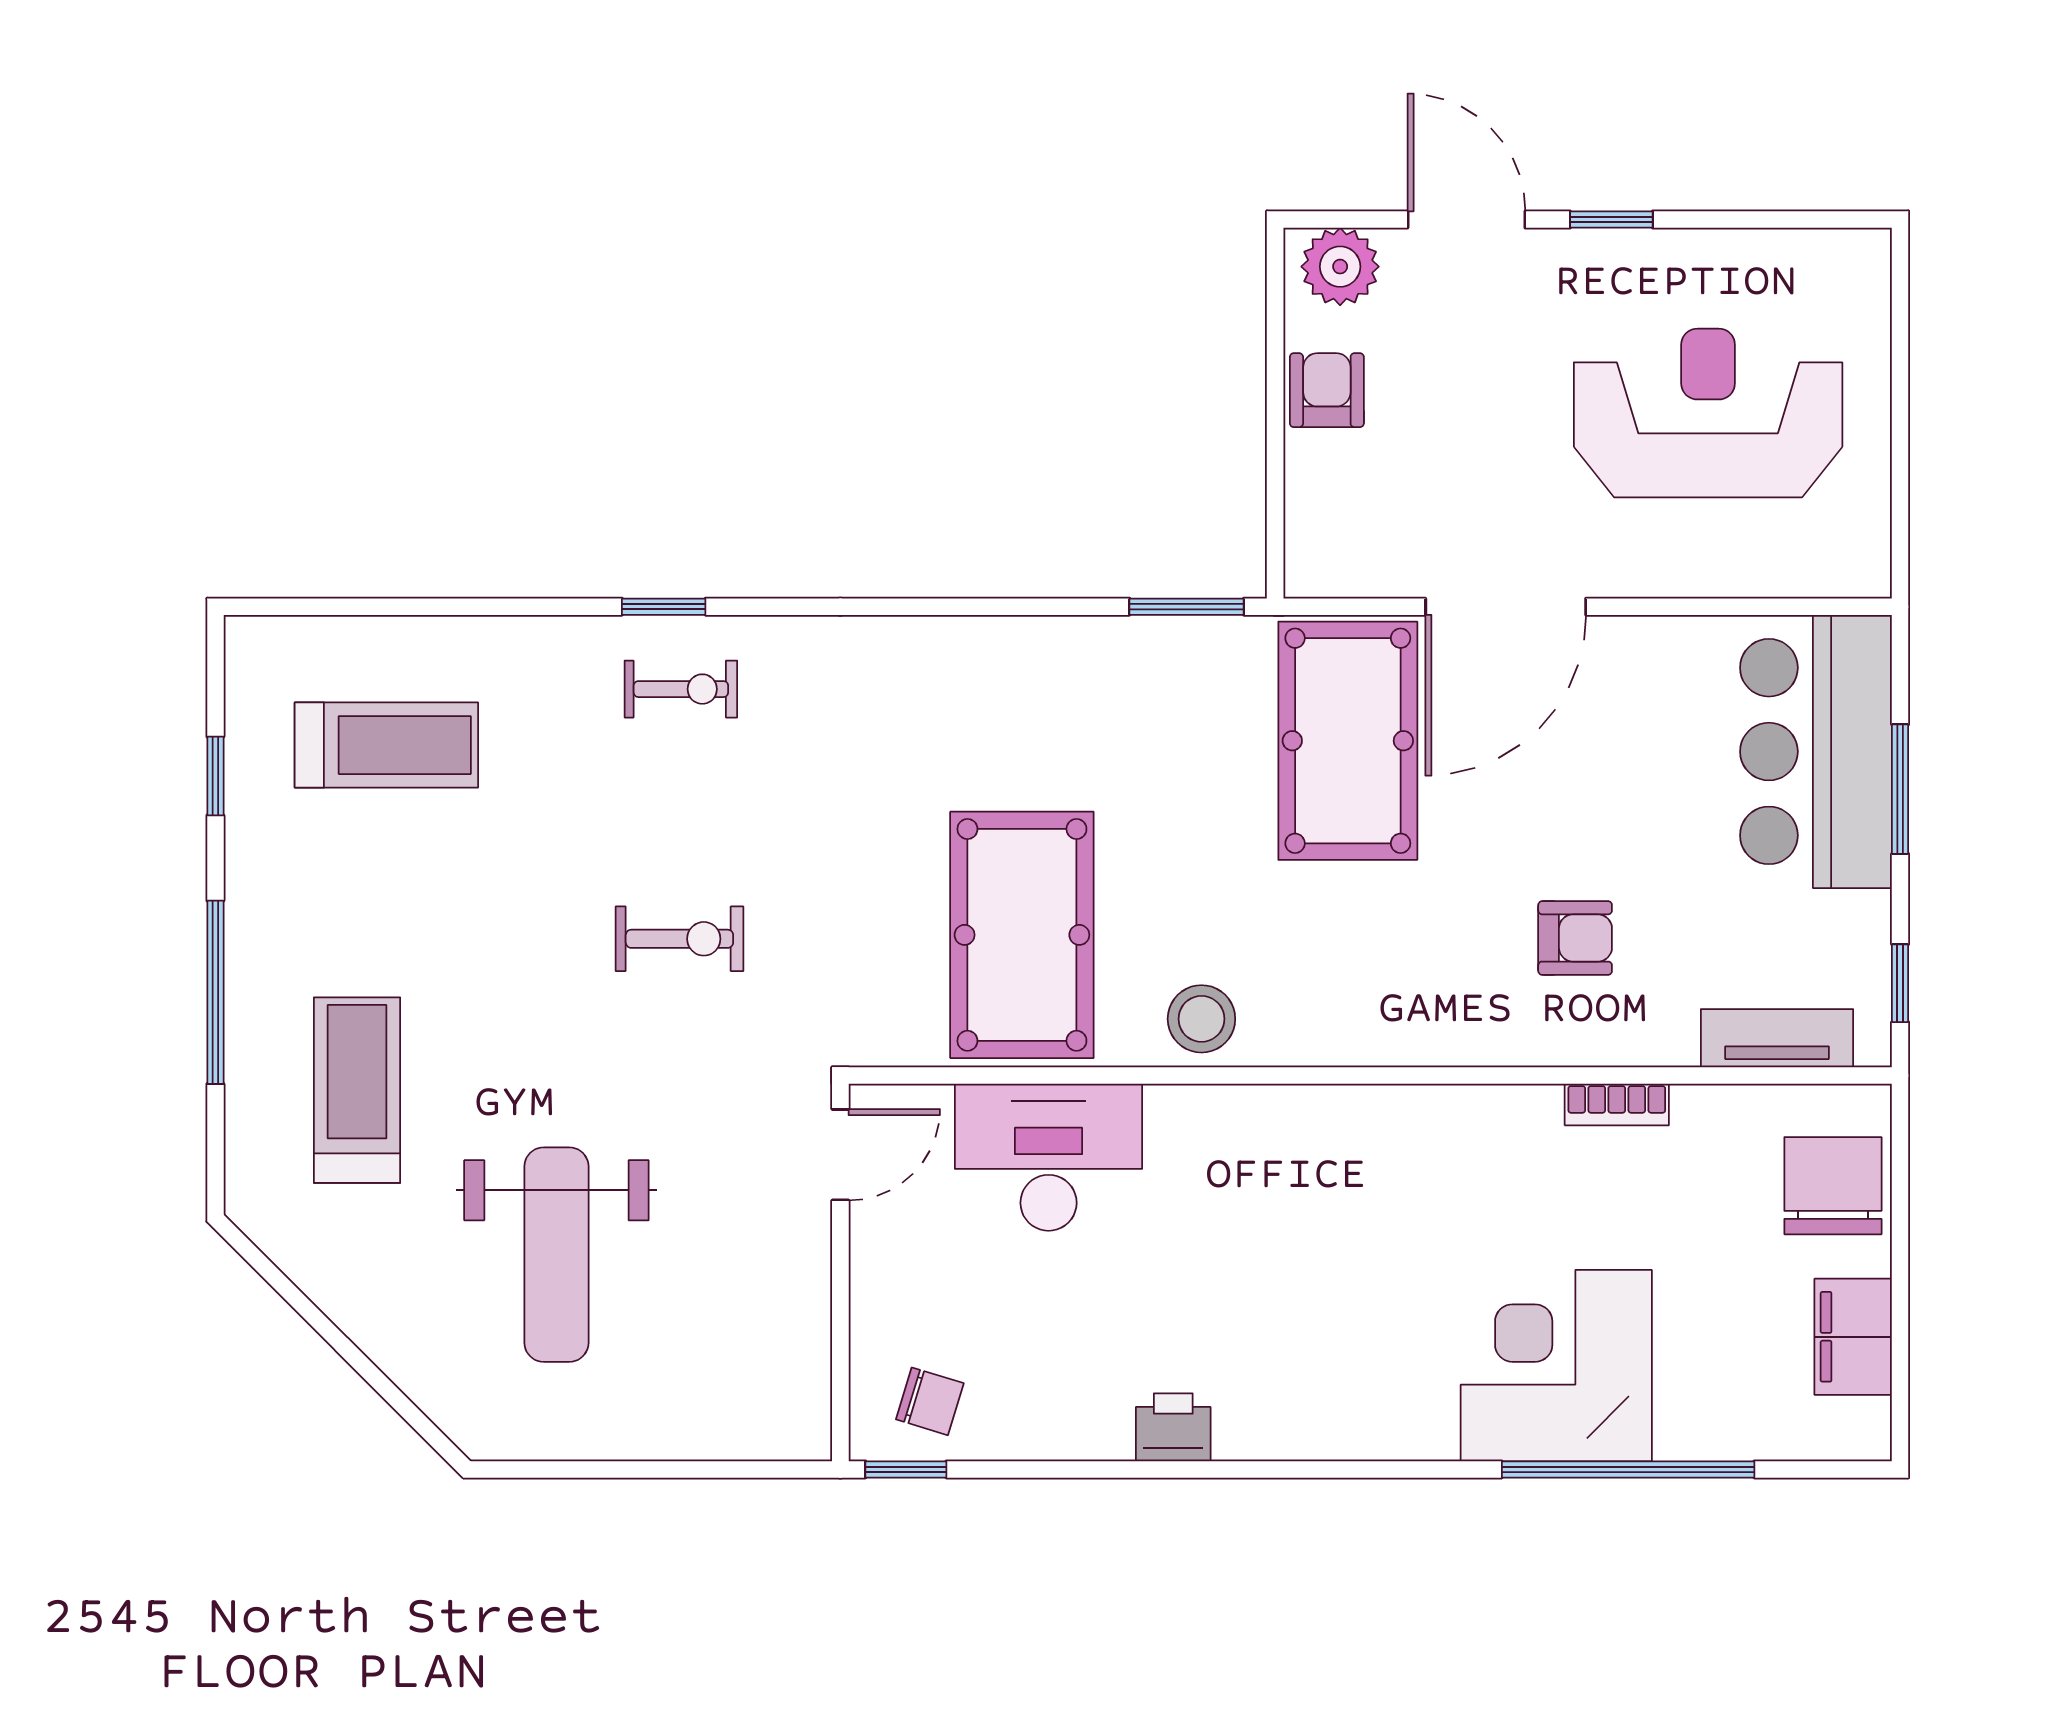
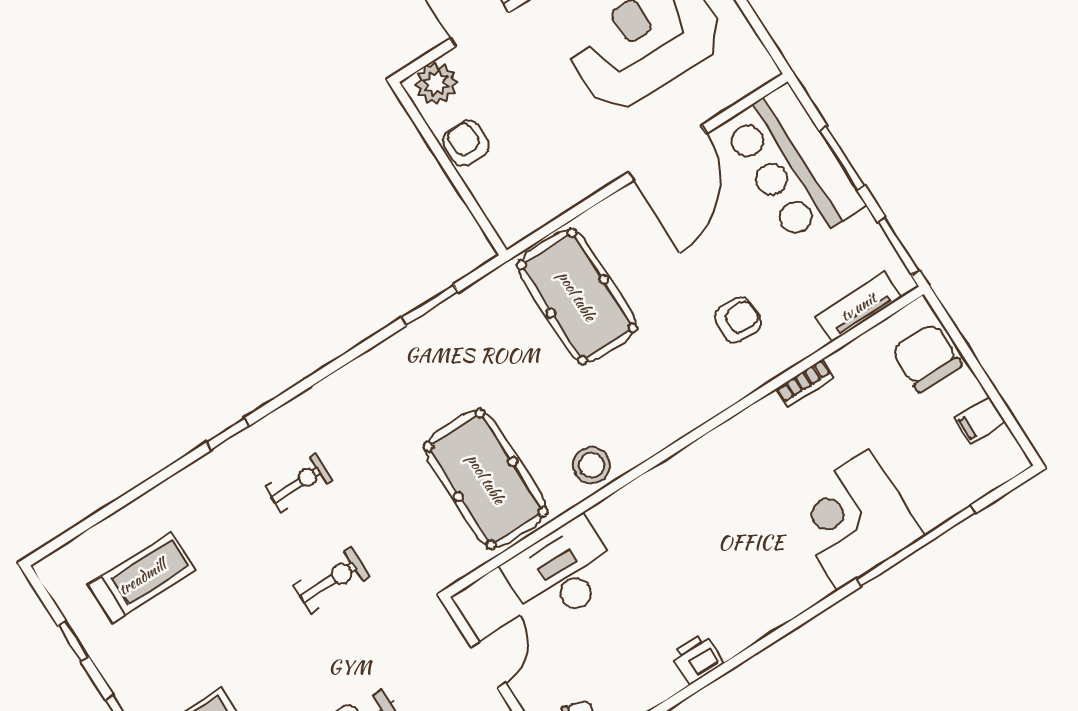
window: (1187, 607) -> (430, 305), moved
door: (1506, 607) -> (667, 153), moved
exercise bike: (681, 689) -> (298, 483), moved
window: (1900, 983) -> (898, 246), width x1.50
door: (840, 1155) -> (488, 665), moved
filing cabinet: (1853, 1337) -> (980, 420), width x0.50

